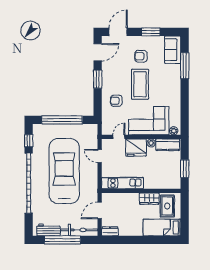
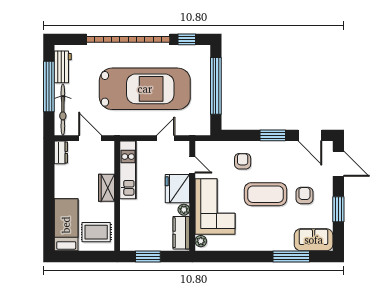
wardrobe: (149, 199) -> (106, 188), moved

